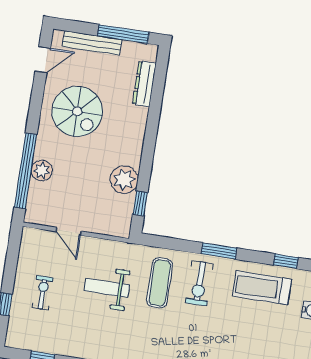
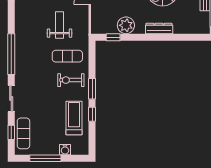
dresser: (144, 84) -> (159, 29), moved
window: (286, 261) -> (92, 114), moved

